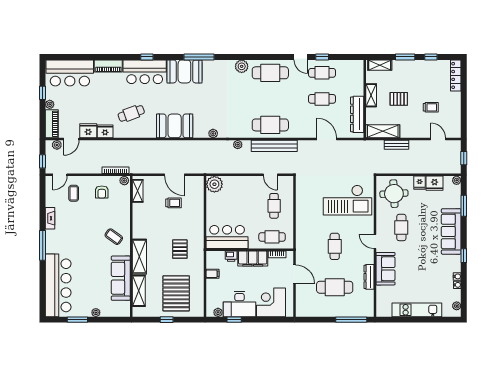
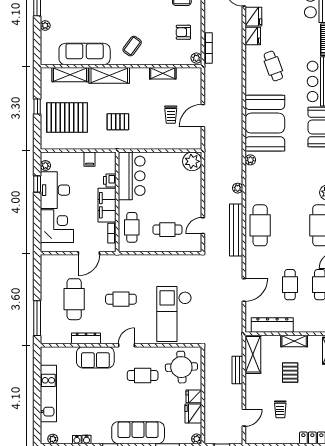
booth: (175, 126) -> (265, 123), width x1.36, depth x1.42
shelving: (138, 191) -> (163, 73), moved

